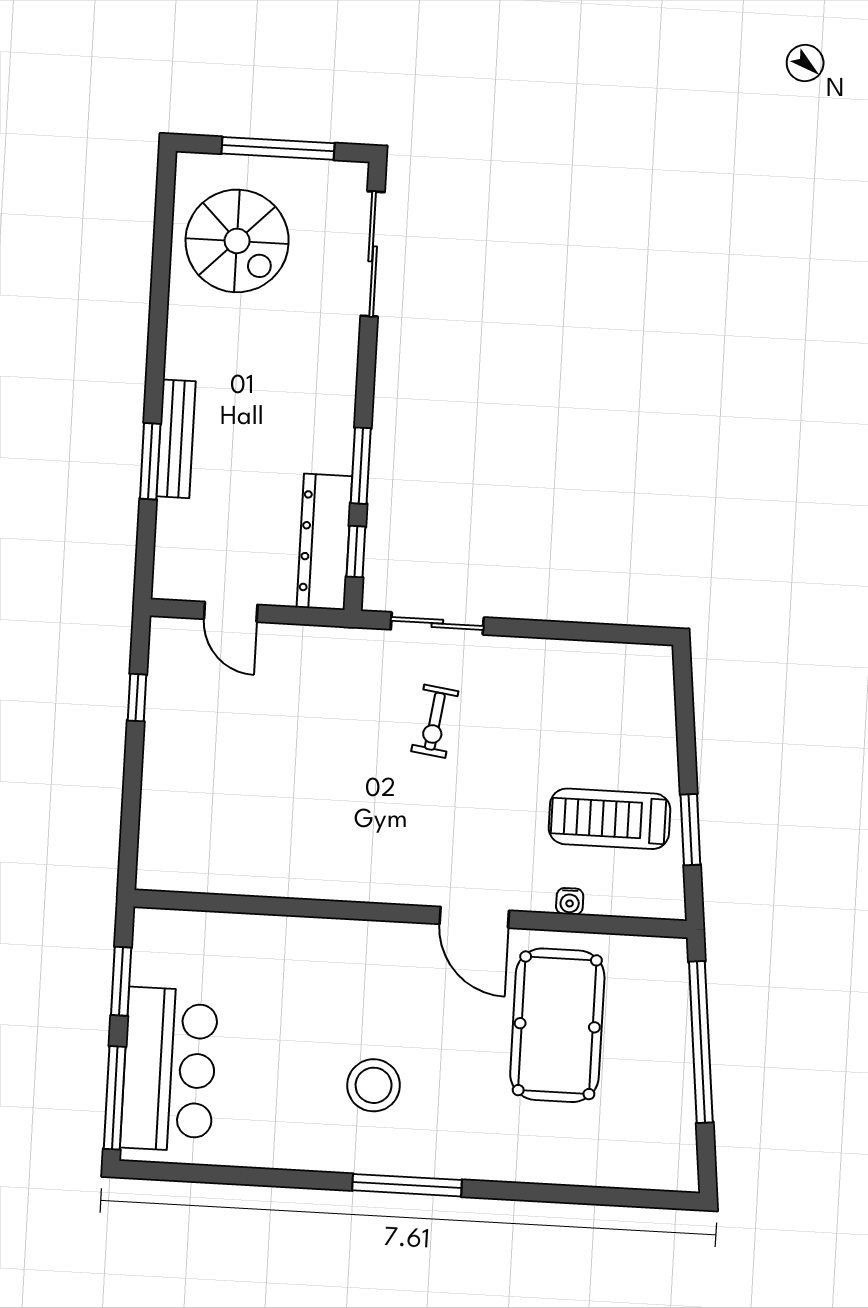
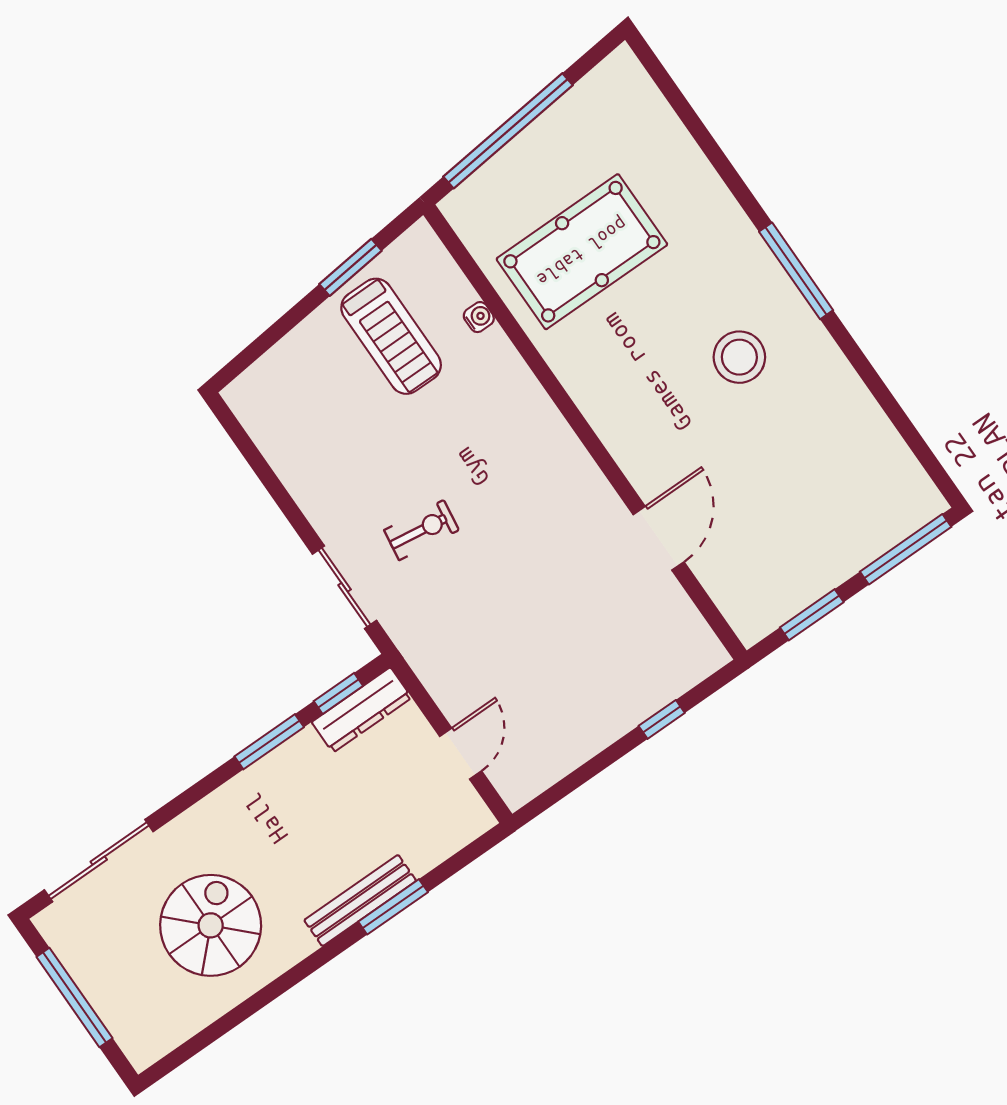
spiral stairs: (237, 241) -> (211, 925), moved
dresser: (324, 542) -> (362, 710), width x0.73, depth x0.80
window: (137, 698) -> (662, 719), moved
door: (474, 917) -> (659, 538), moved
bar counter: (169, 1069) -> (851, 524), removed

